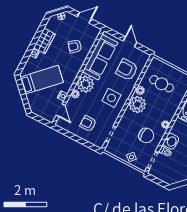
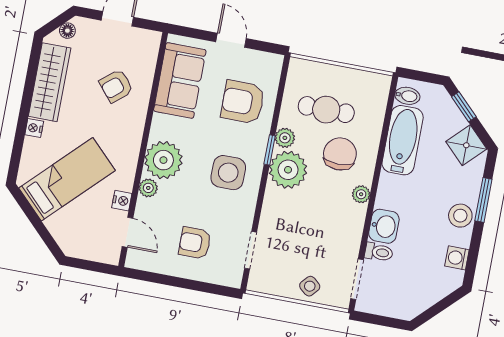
wardrobe: (44, 41) -> (50, 82), width x1.50
sofa: (100, 57) -> (180, 80), width x0.73
chair: (146, 136) -> (340, 154), moved, turned -90

